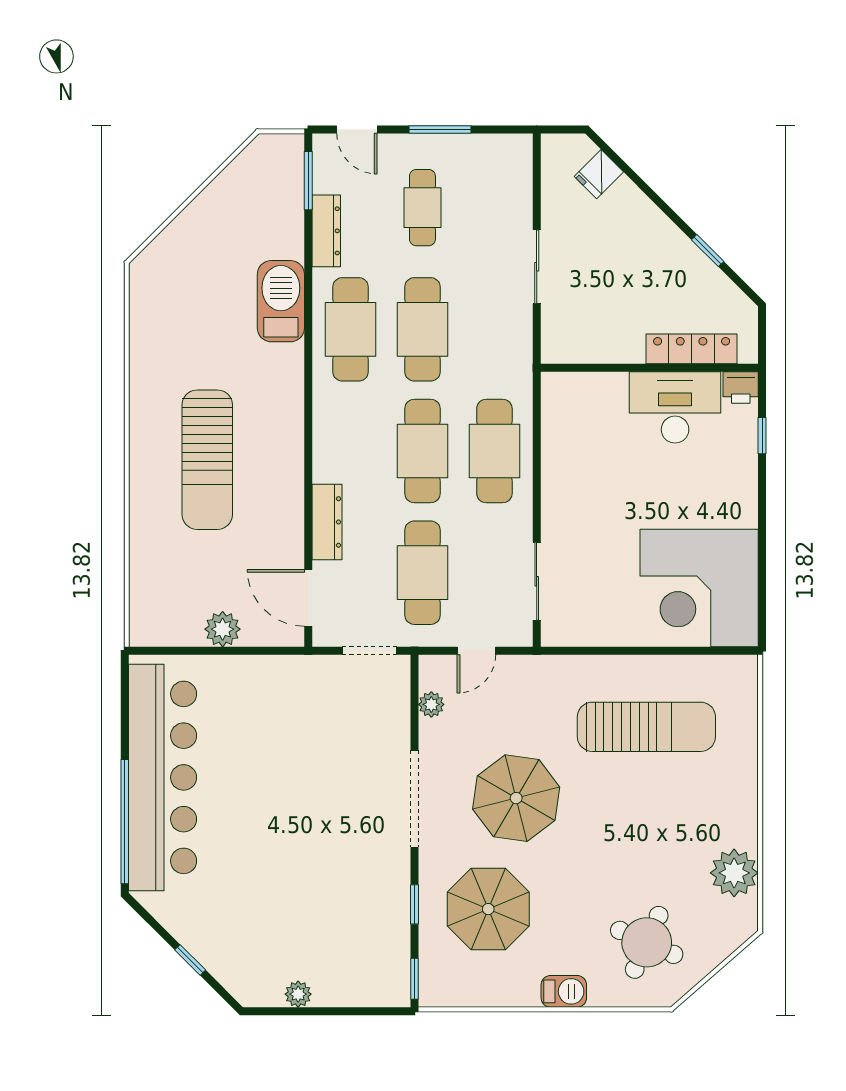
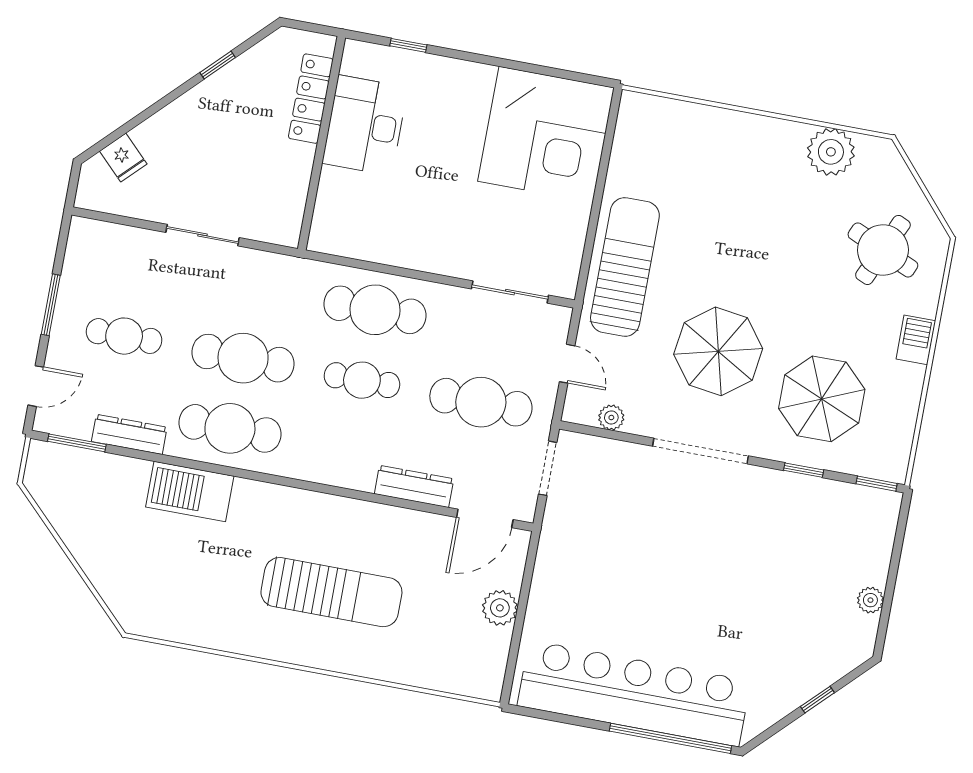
printer: (741, 387) -> (357, 58), removed
cafe table: (422, 451) -> (362, 380), width x0.73, depth x0.74
sun lounger: (646, 727) -> (625, 267), moved

